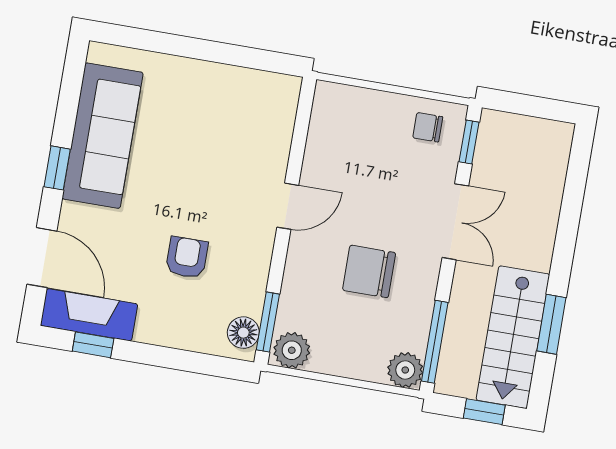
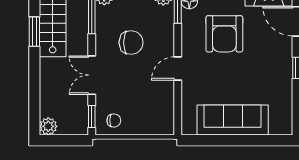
sofa: (103, 136) -> (233, 120), moved, turned 90
plant: (556, 138) -> (48, 126), added
armchair: (187, 257) -> (224, 34), width x1.88, depth x1.88

